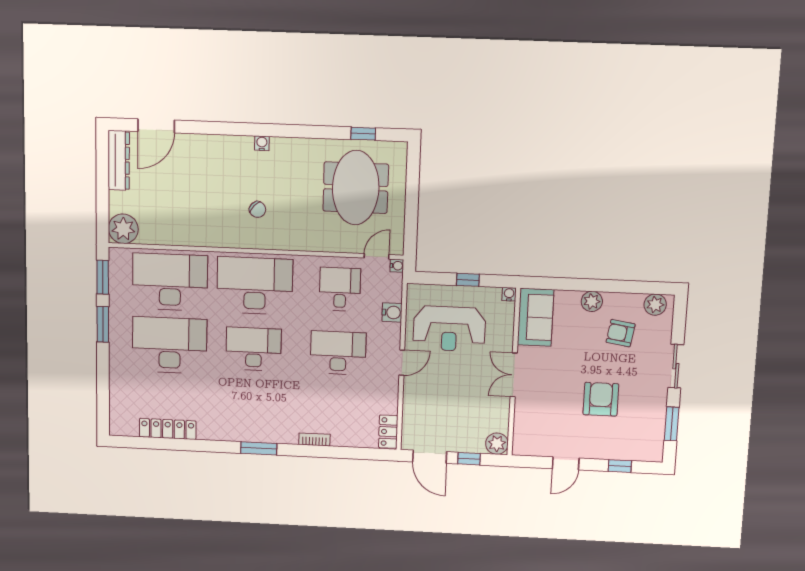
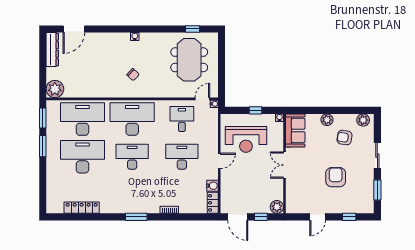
water cooler: (392, 312) -> (212, 186), moved

